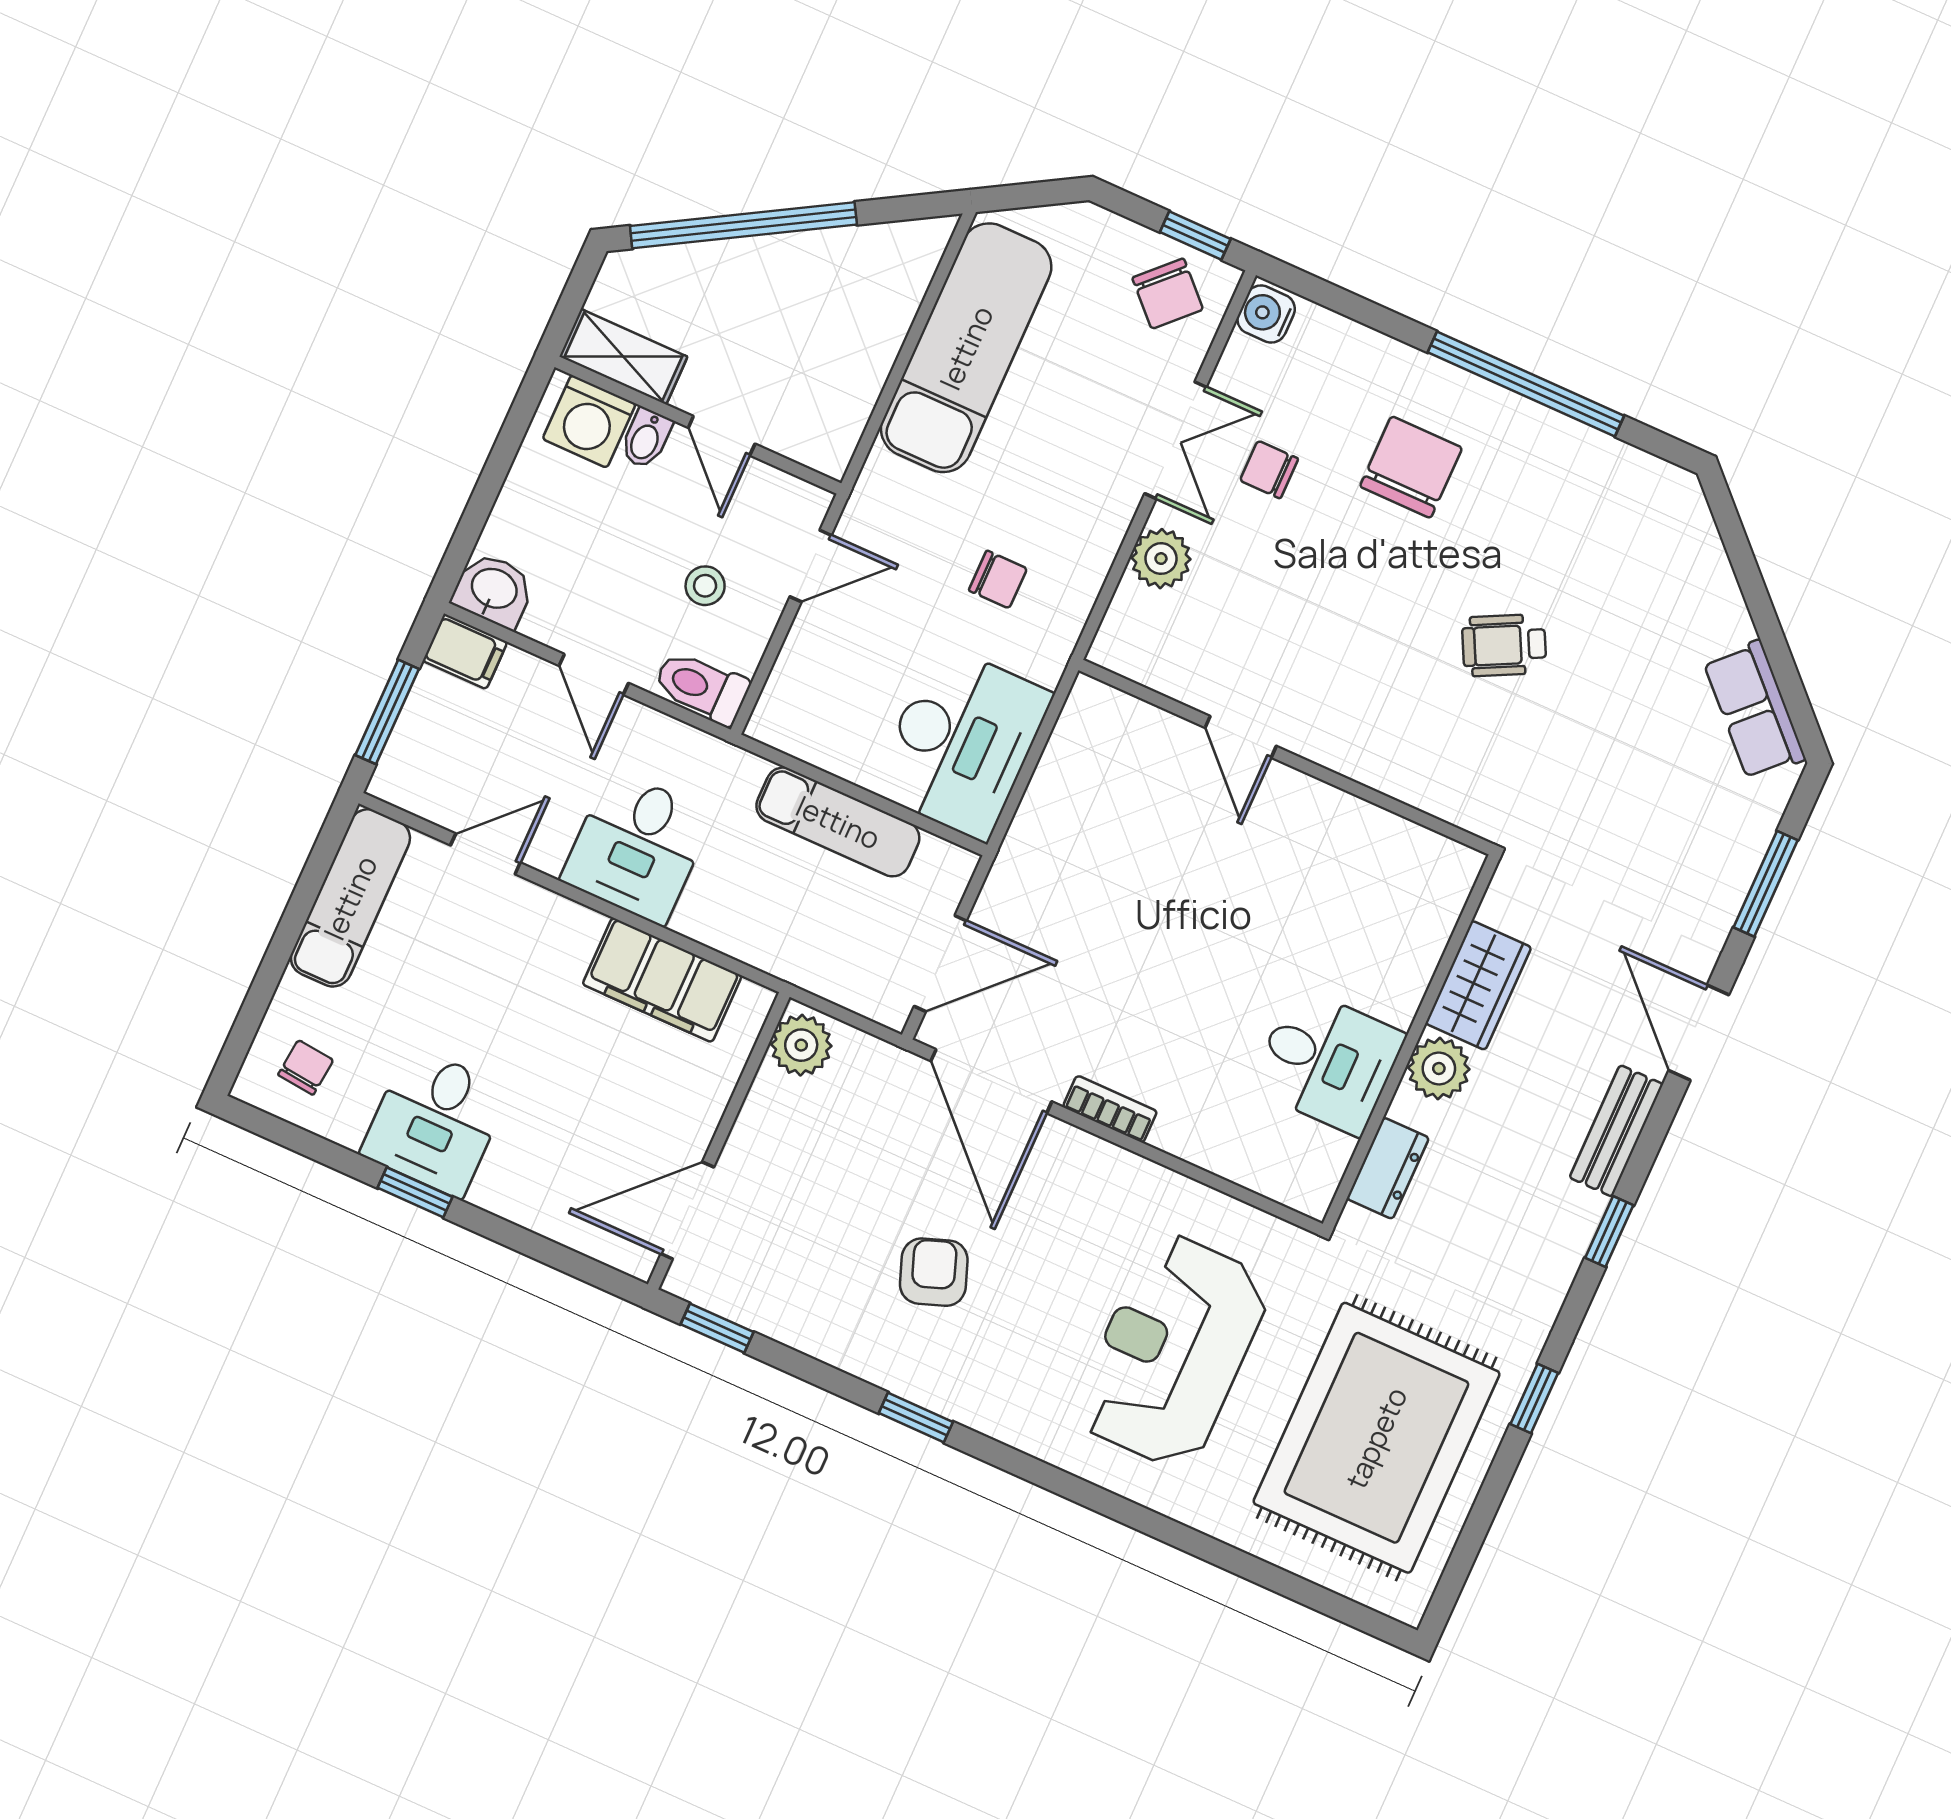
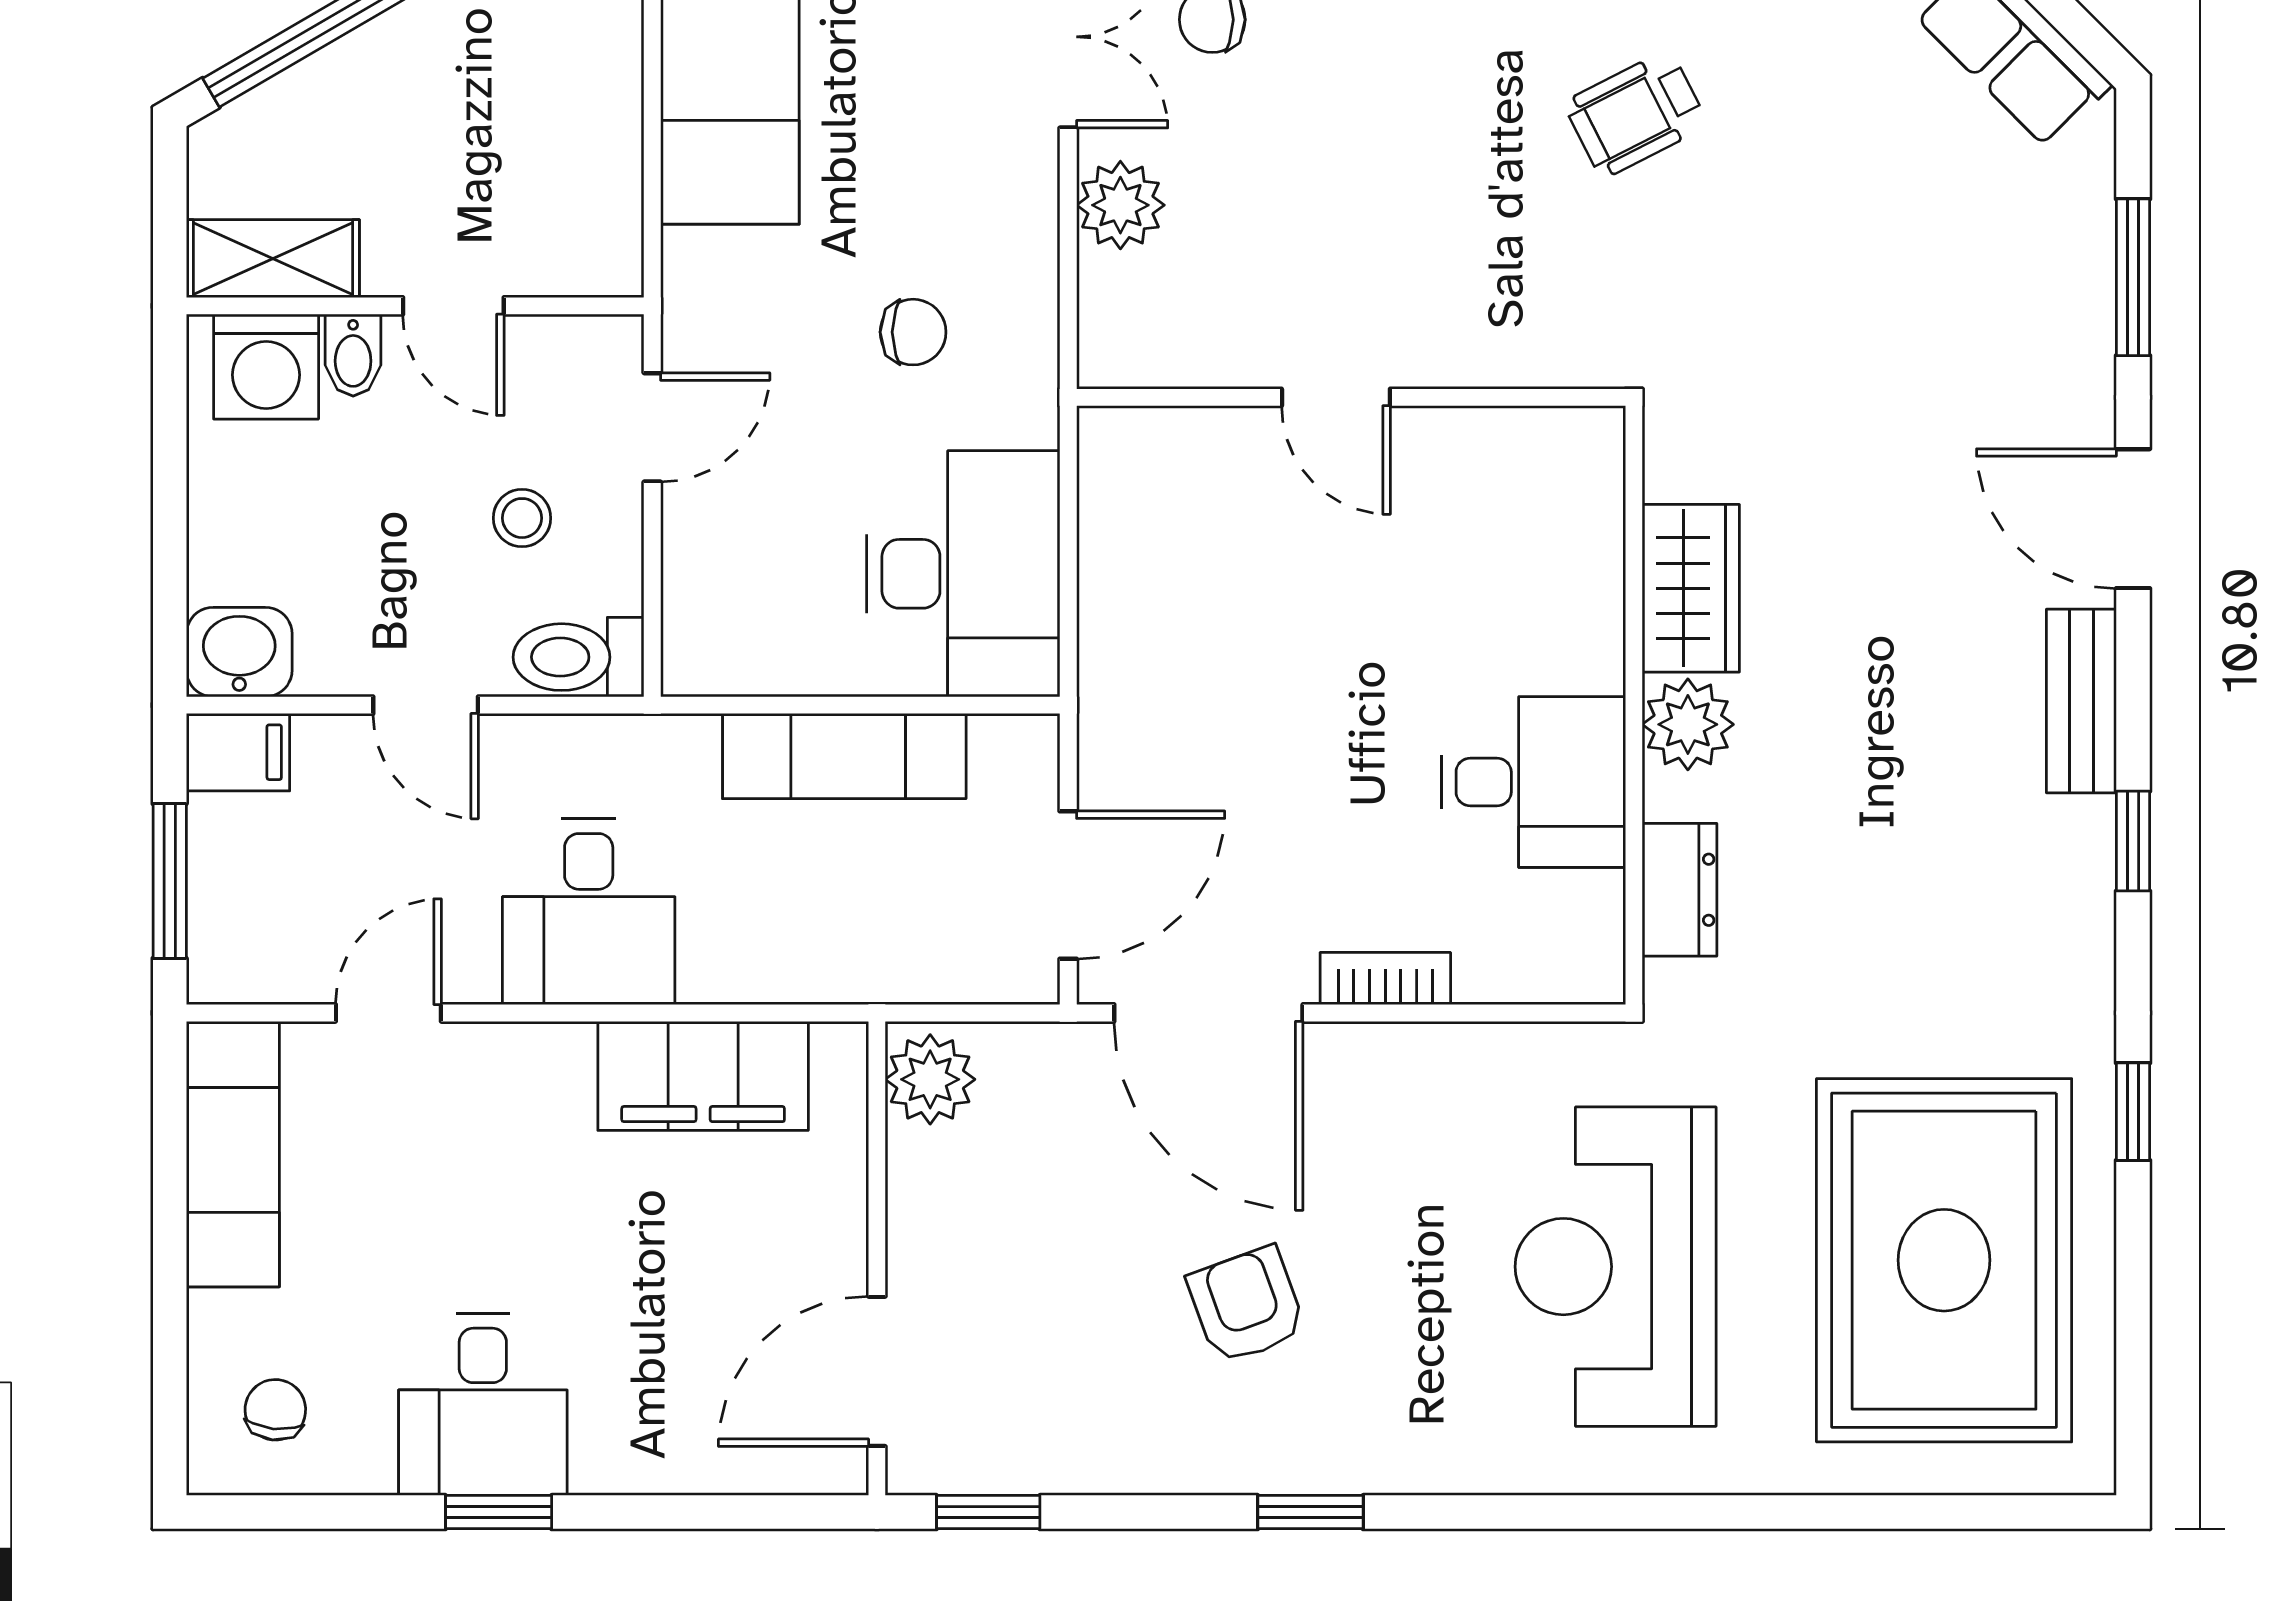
wardrobe: (1478, 985) -> (1691, 588), moved
wall: (1411, 1042) -> (1634, 705), moved
desk: (1328, 1061) -> (1533, 782), moved
plant: (1439, 1068) -> (1688, 724), moved
dresser: (1388, 1168) -> (1680, 890), moved

